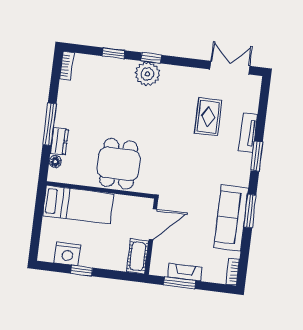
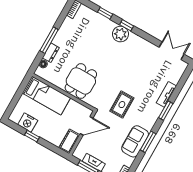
rug: (208, 117) -> (122, 105), moved
sofa: (231, 218) -> (135, 141), width x0.73

